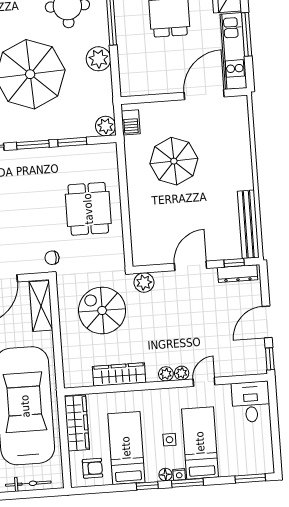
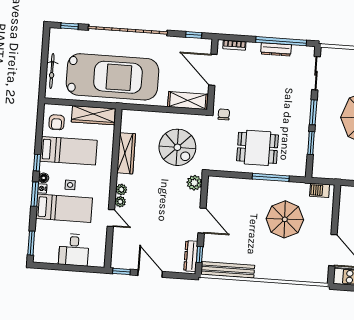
plant: (106, 126) -> (319, 170), removed
window: (123, 187) -> (271, 177), added
spiral stairs: (102, 310) -> (177, 147), turned 90
desk: (251, 402) -> (74, 250), moved, turned 90

